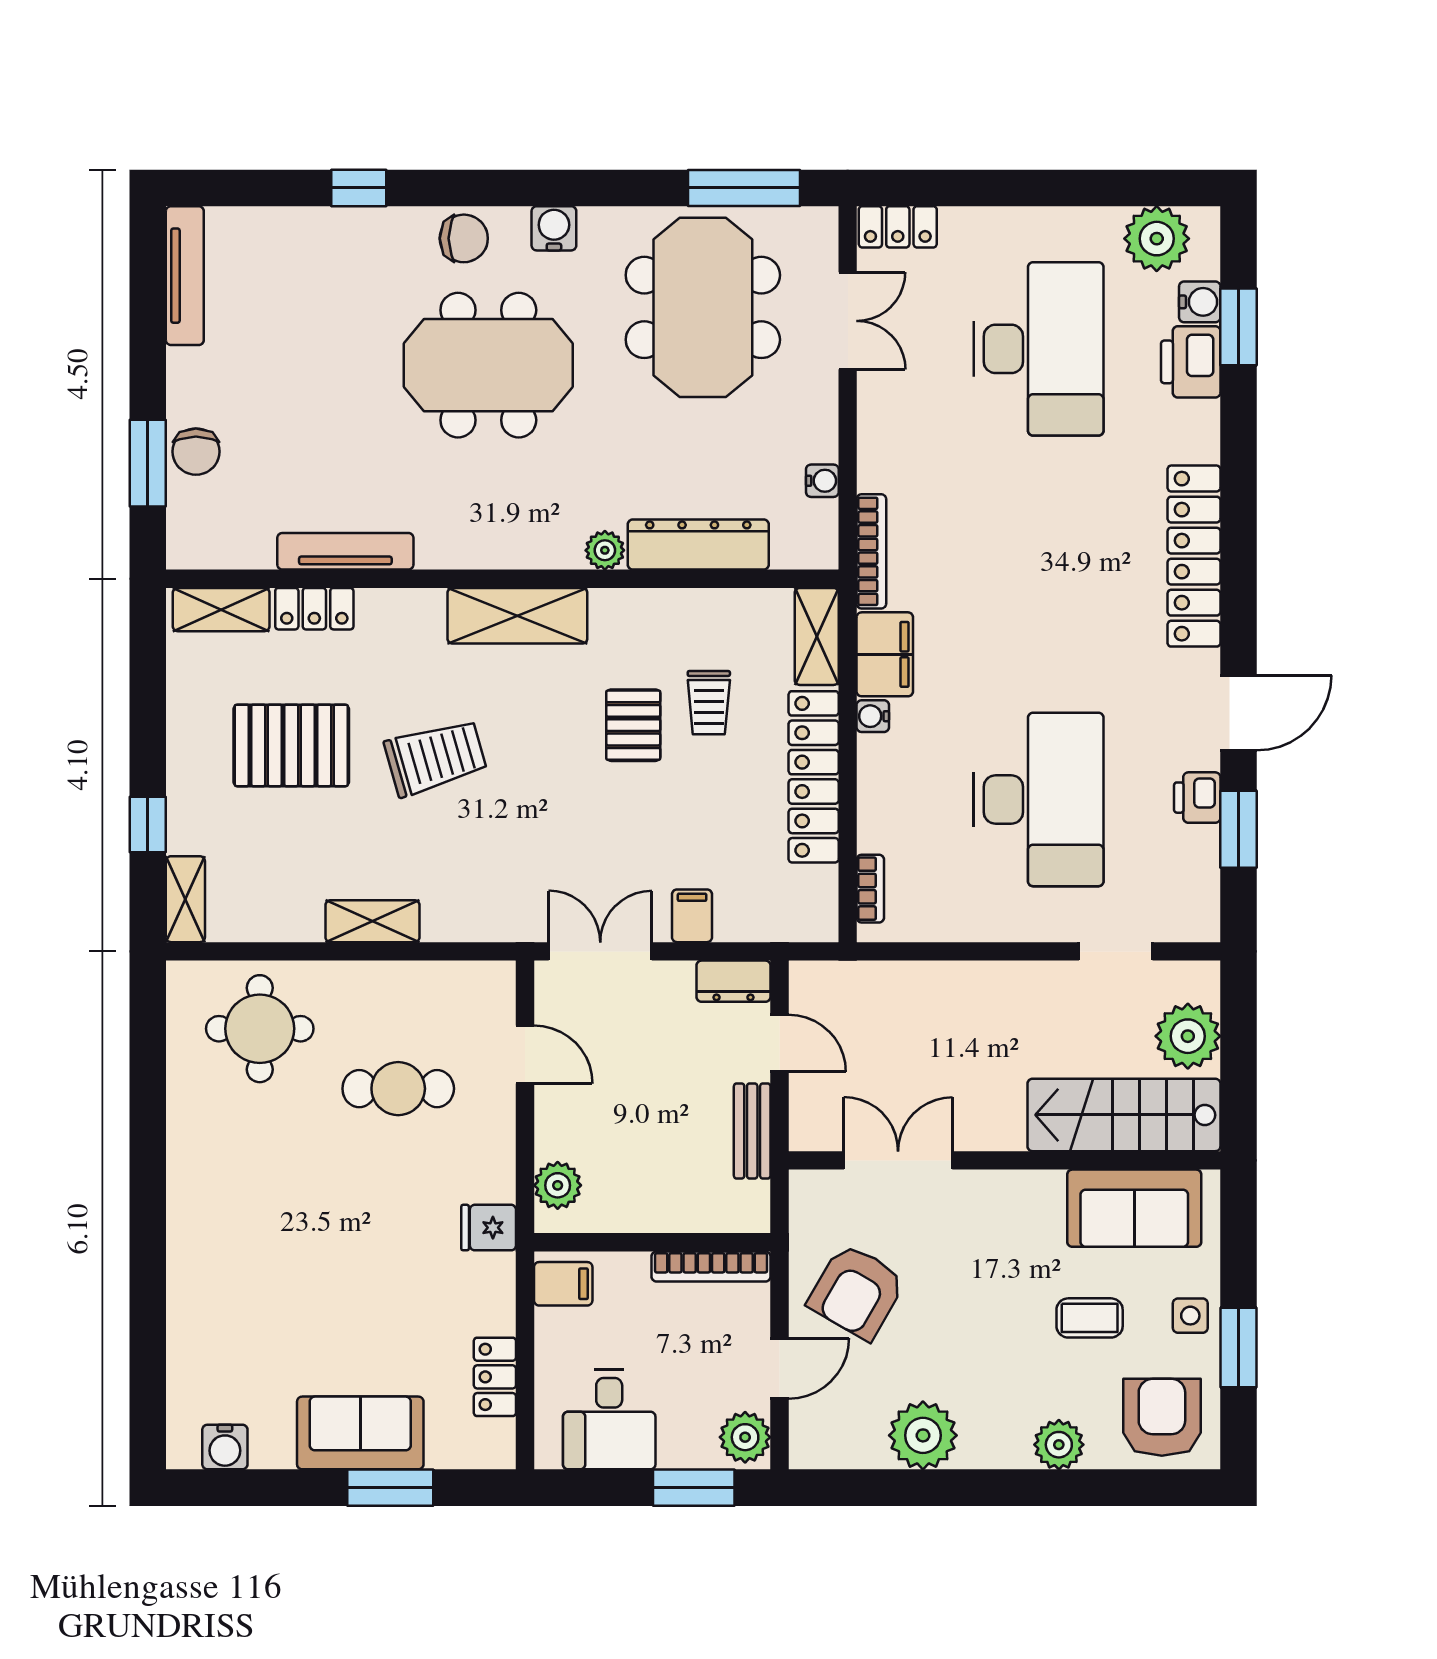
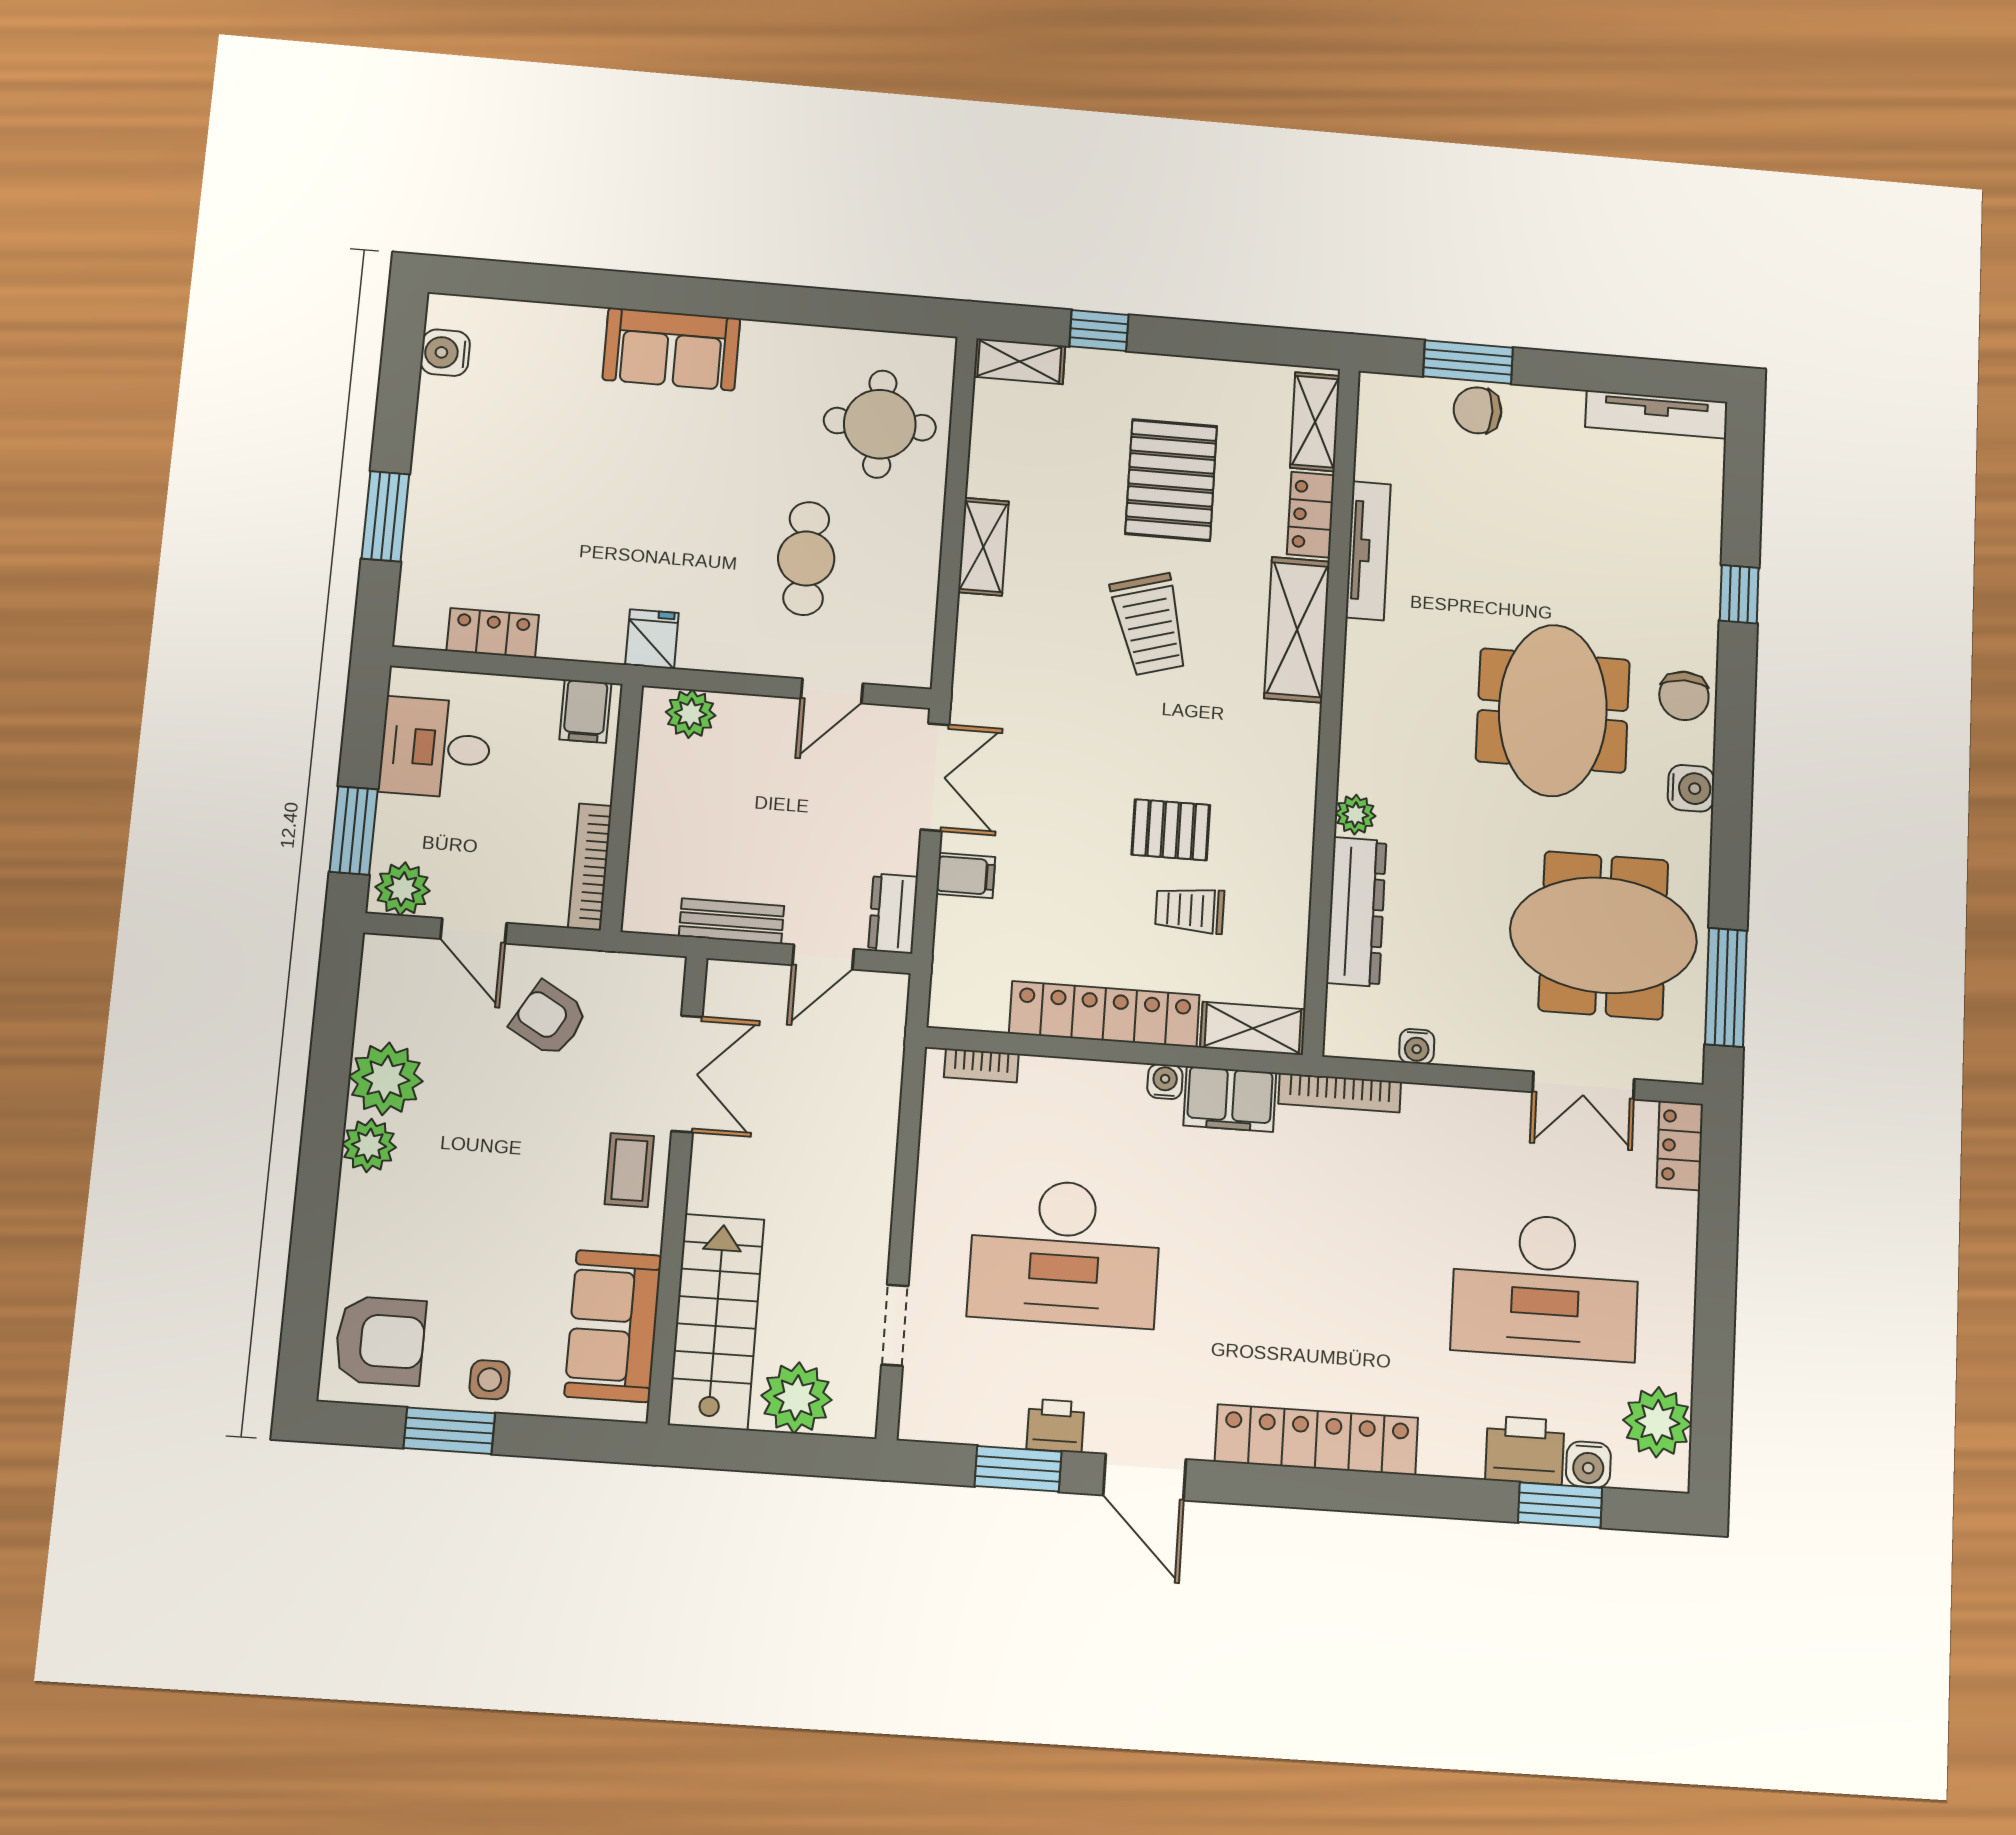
shelving: (517, 616) -> (1297, 630), moved
armchair: (857, 1292) -> (549, 1019), width x0.72, depth x0.72
coffee table: (1090, 1318) -> (629, 1170), moved
sofa: (360, 1433) -> (671, 349), moved, turned 90
plant: (1059, 1445) -> (369, 1145), moved

